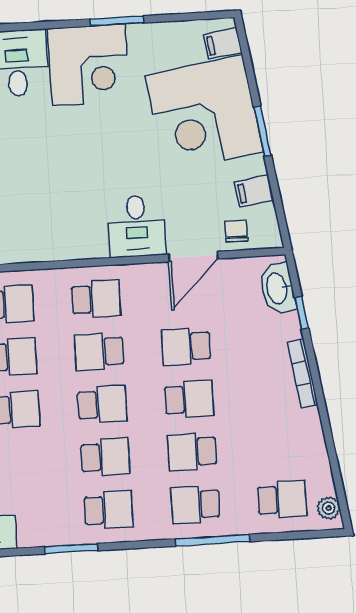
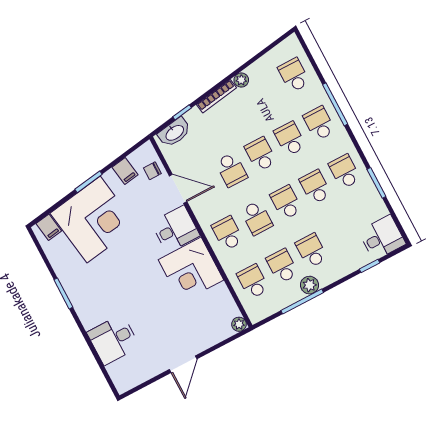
corner desk: (89, 65) -> (191, 270), moved, turned 180
school desk: (192, 452) -> (290, 139), turned 180
school desk: (195, 505) -> (319, 123), turned 180
plant: (329, 508) -> (241, 80), moved

